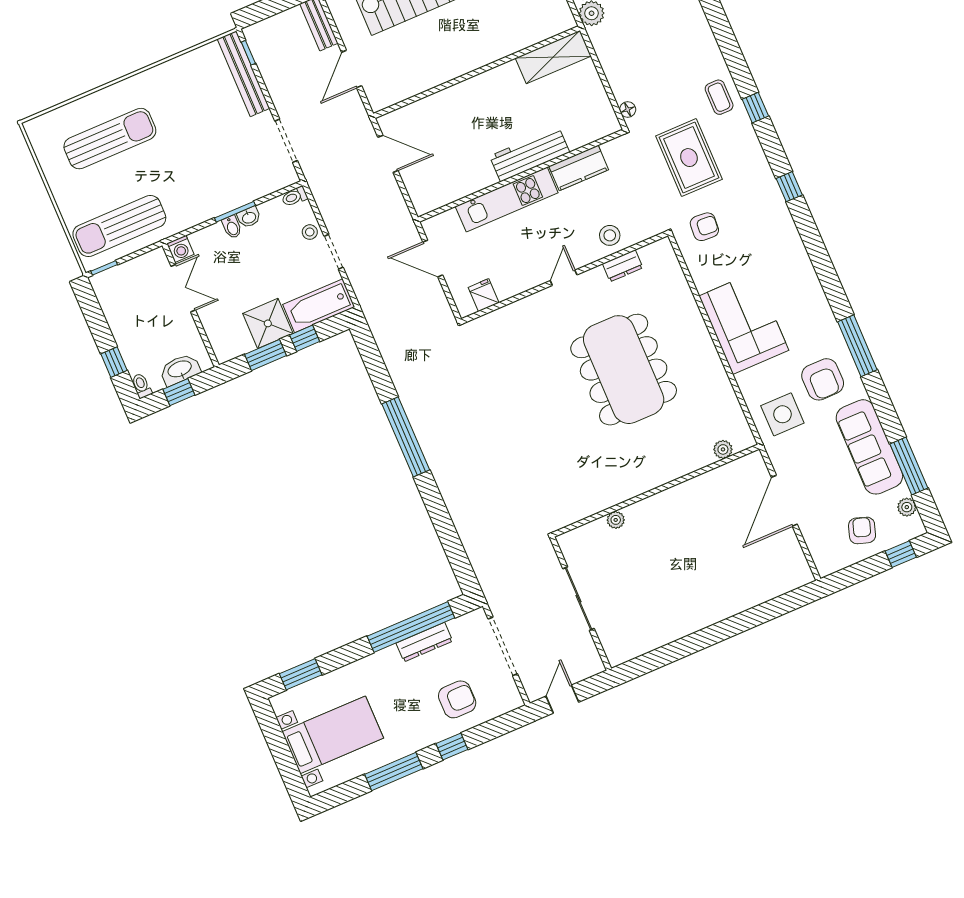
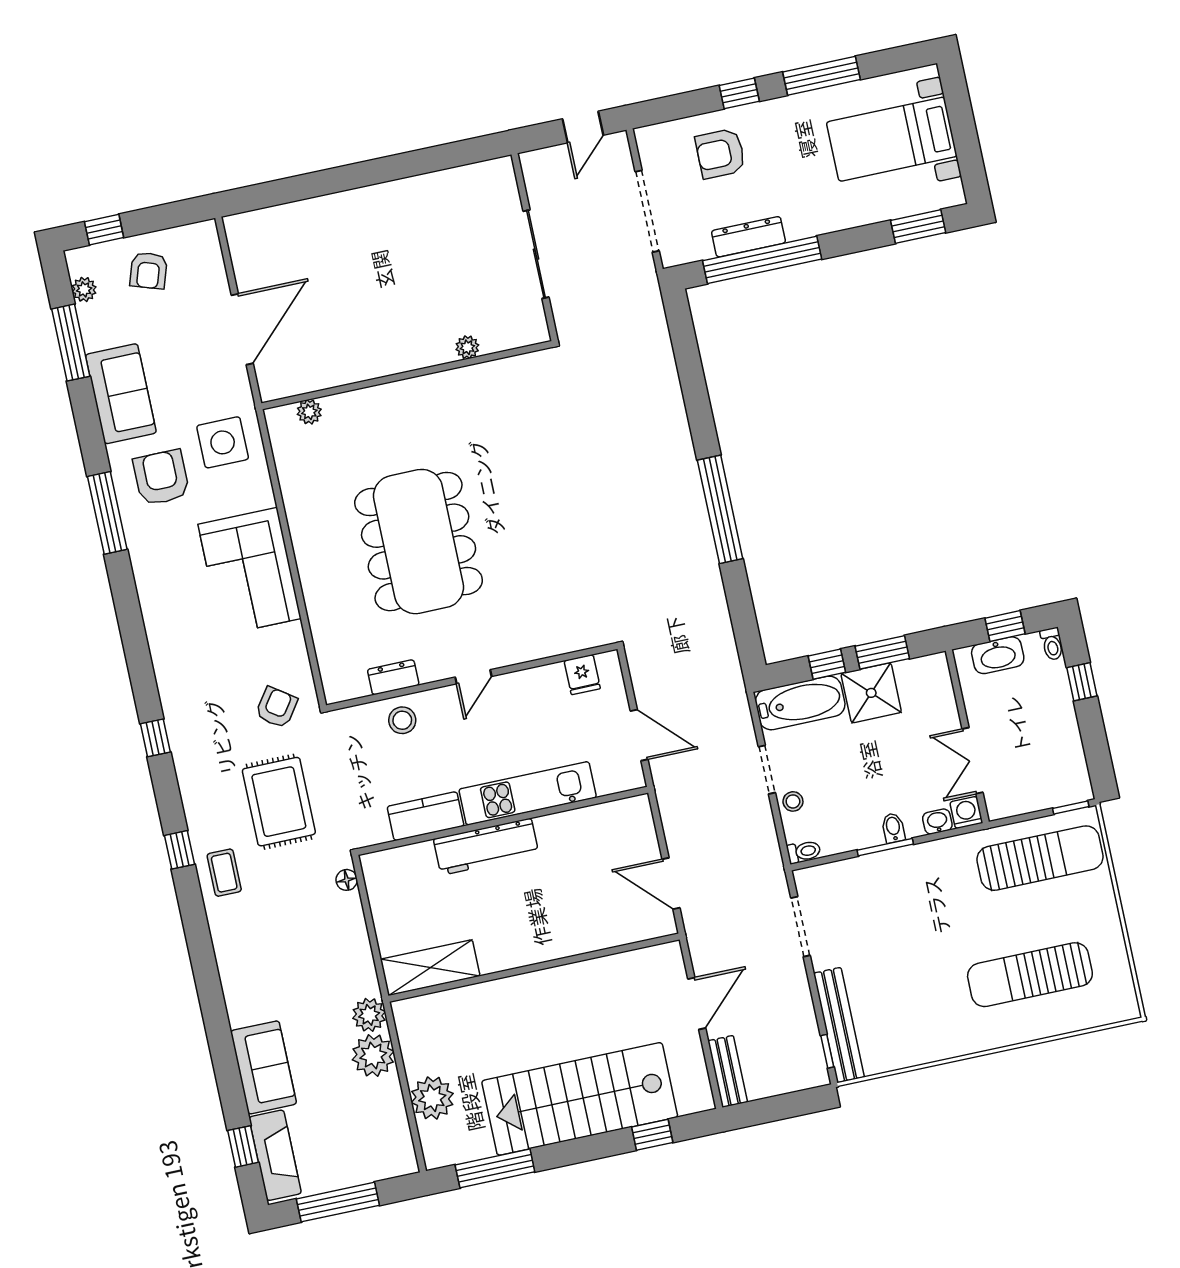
washbasin: (249, 217) -> (937, 822), moved
armchair: (704, 227) -> (276, 707), turned 121
sofa: (869, 447) -> (121, 394), width x0.73

